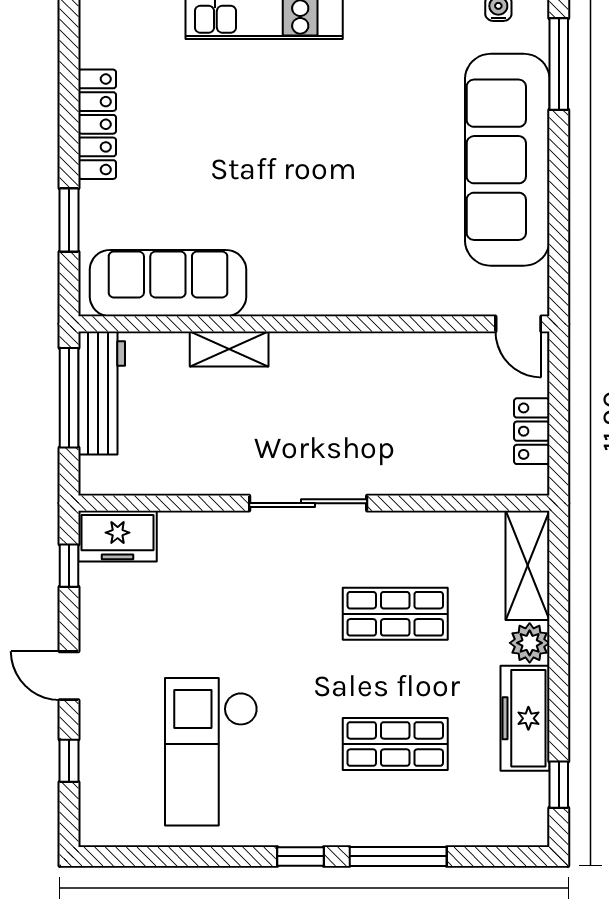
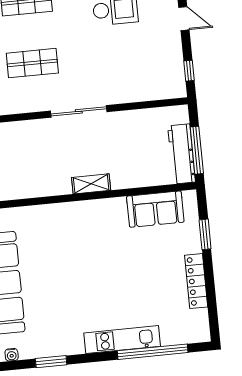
sofa: (168, 283) -> (155, 209), width x0.73
shelving: (229, 349) -> (91, 184), moved
freezer: (118, 536) -> (167, 87), removed

